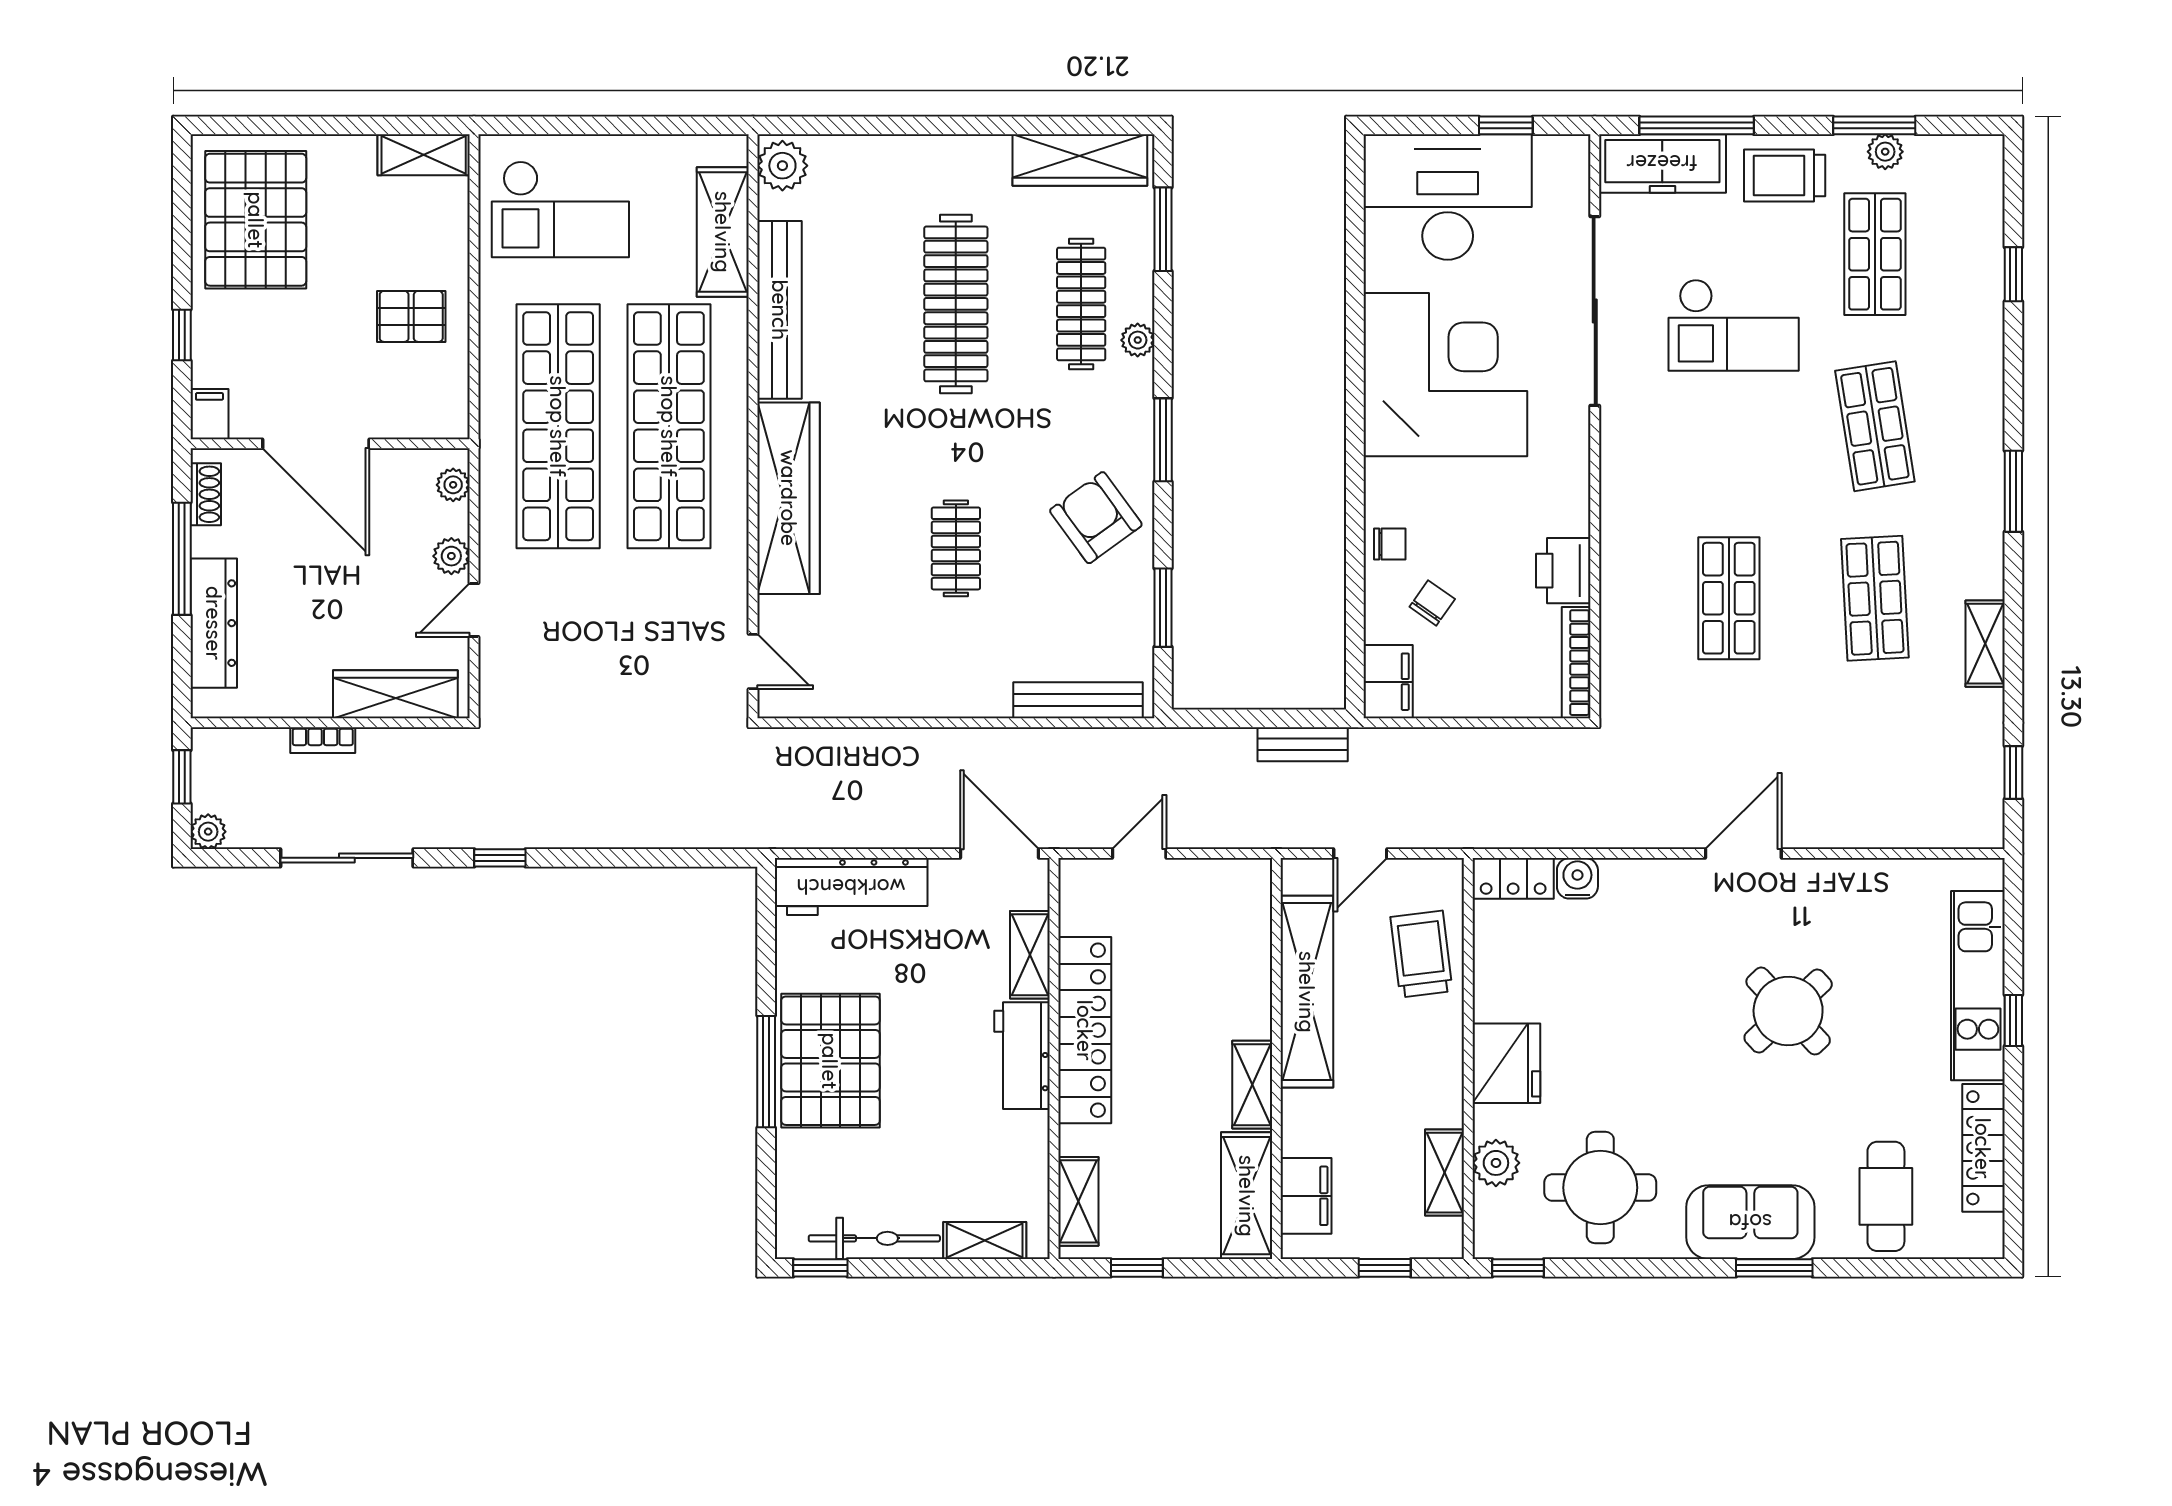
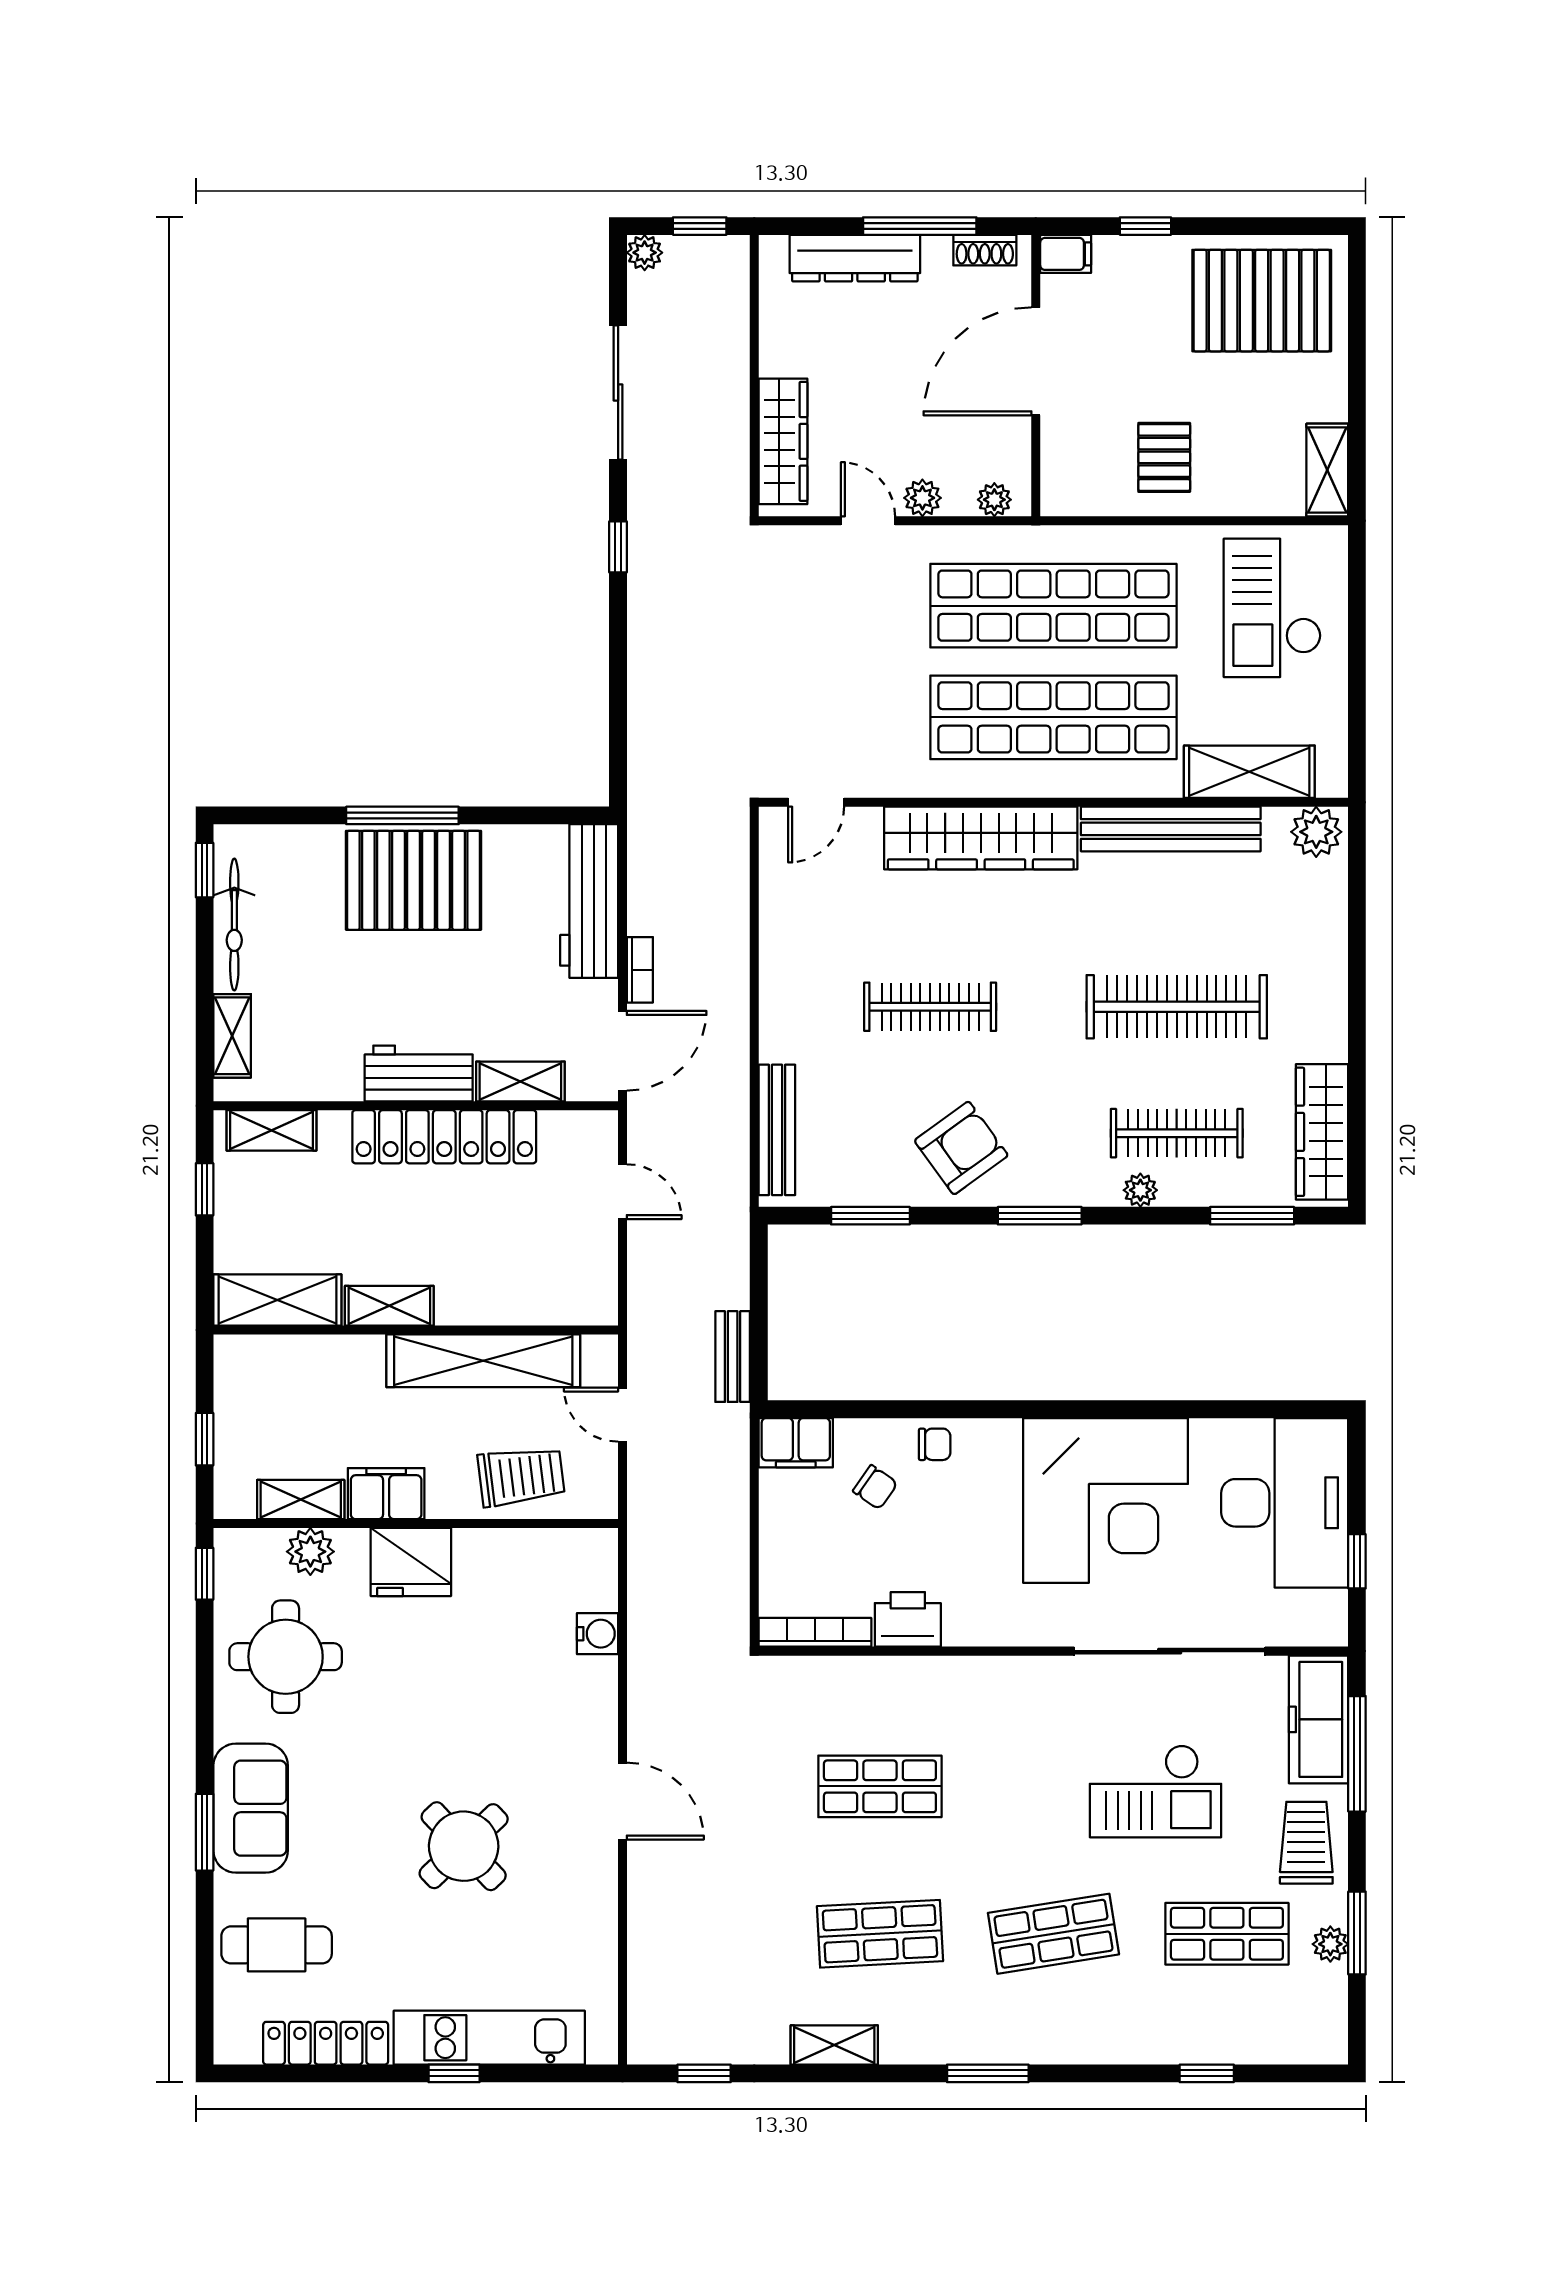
checkout: (1734, 325) -> (1155, 1791), turned -90
chair: (1390, 544) -> (935, 1444), turned -90
clothes rail: (956, 548) -> (930, 1007), width x1.36
bookcase: (323, 740) -> (640, 970), moved, turned 180
locker: (1513, 878) -> (597, 1569), removed
filing cabinet: (1306, 1196) -> (386, 1494), moved, turned 180

